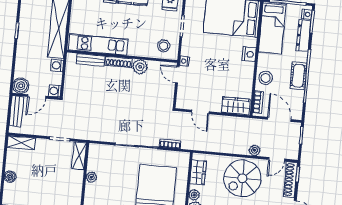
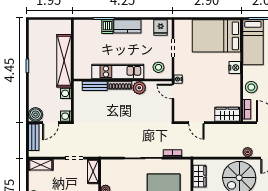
kitchen unit: (98, 44) -> (118, 72), moved

